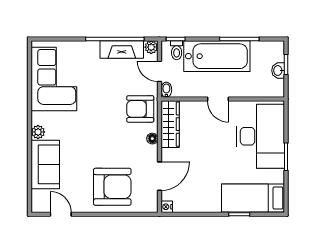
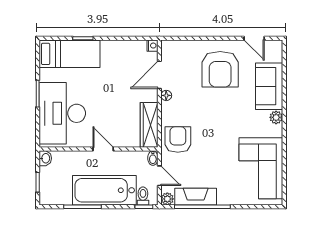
washbasin: (278, 70) -> (45, 158), moved
armchair: (140, 109) -> (178, 140), turned -90
floor lamp: (152, 139) -> (166, 95), moved
armchair: (112, 187) -> (220, 69), moved, turned -90

